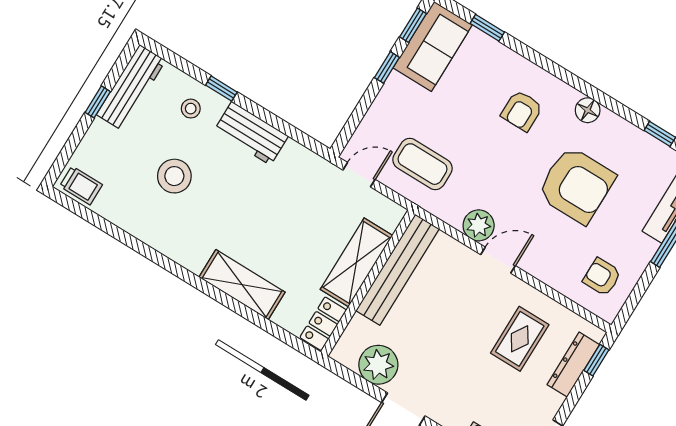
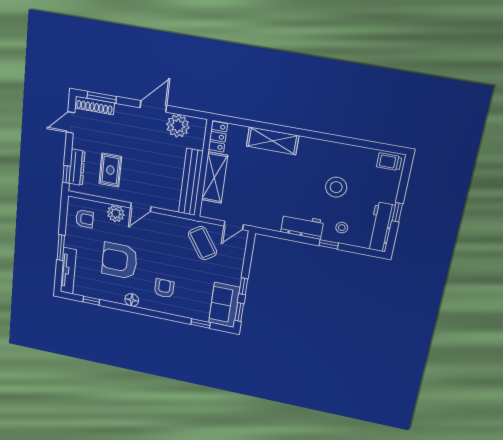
coffee table: (423, 164) -> (203, 243), turned 56
plant: (479, 225) -> (116, 213), moved

